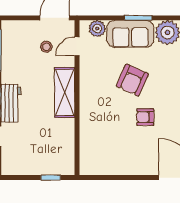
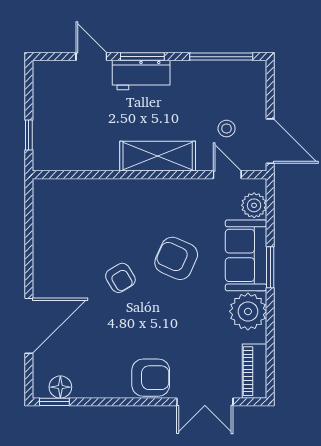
armchair: (145, 117) -> (120, 278), turned 149

